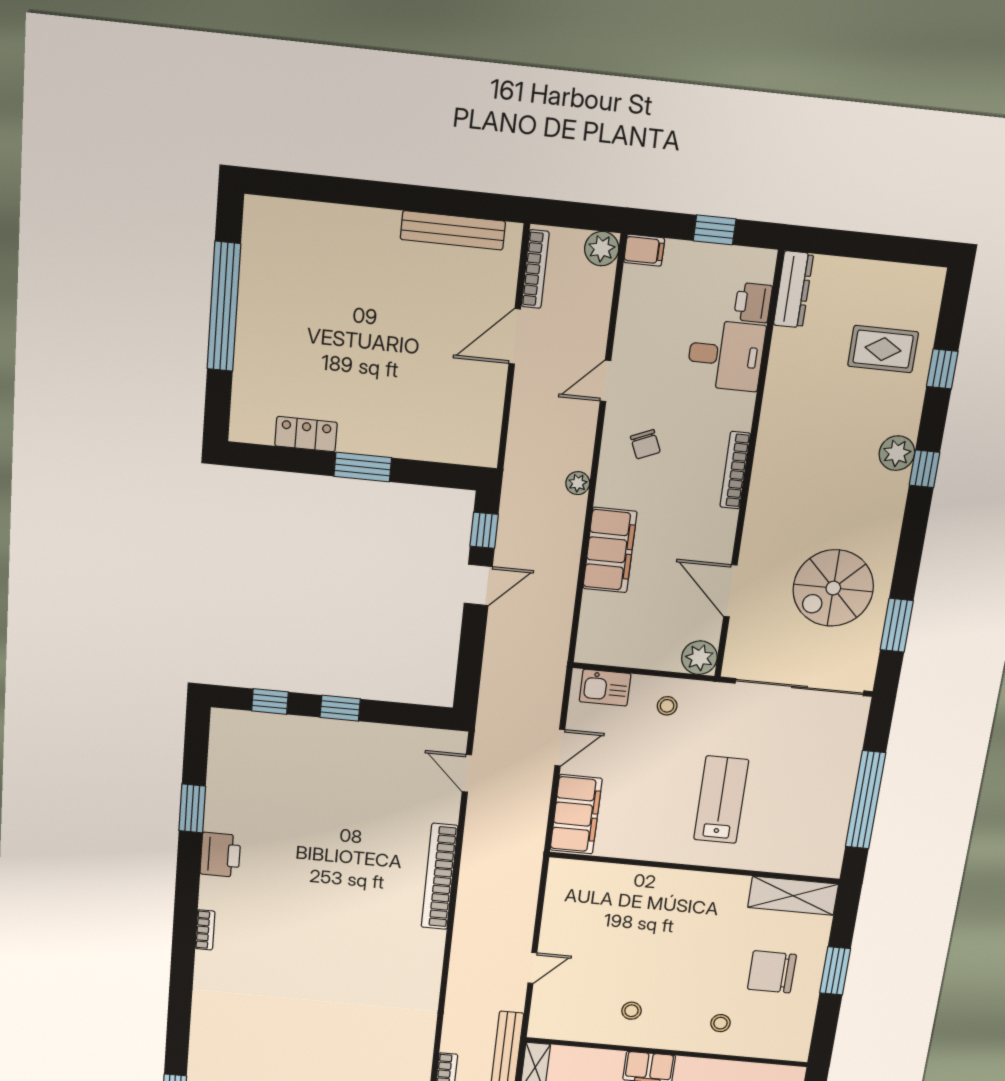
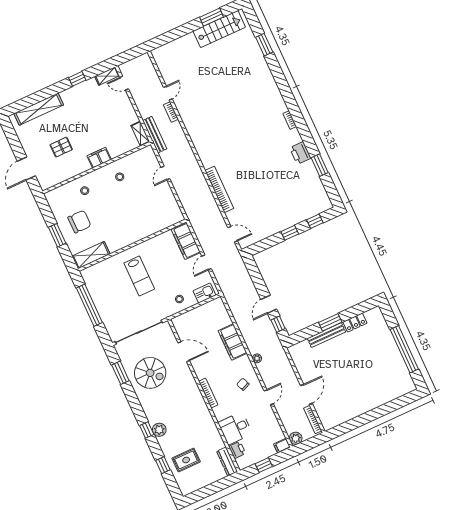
bench: (453, 230) -> (326, 335), moved
spiral stairs: (833, 588) -> (150, 373), turned 90
plant: (699, 658) -> (179, 323), removed

